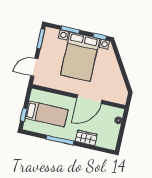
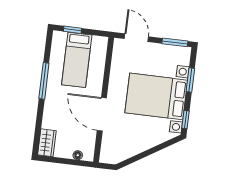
wardrobe: (86, 138) -> (47, 143), moved

